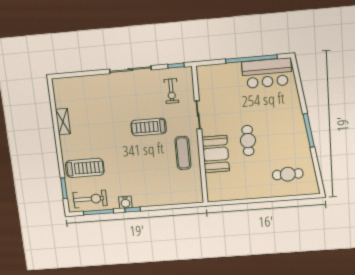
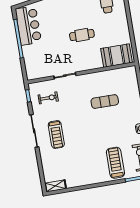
shelving: (63, 121) -> (55, 186), moved
treadmill: (149, 127) -> (56, 134), moved
exercise mat: (183, 153) -> (105, 102), moved
booth: (216, 154) -> (117, 56), moved

